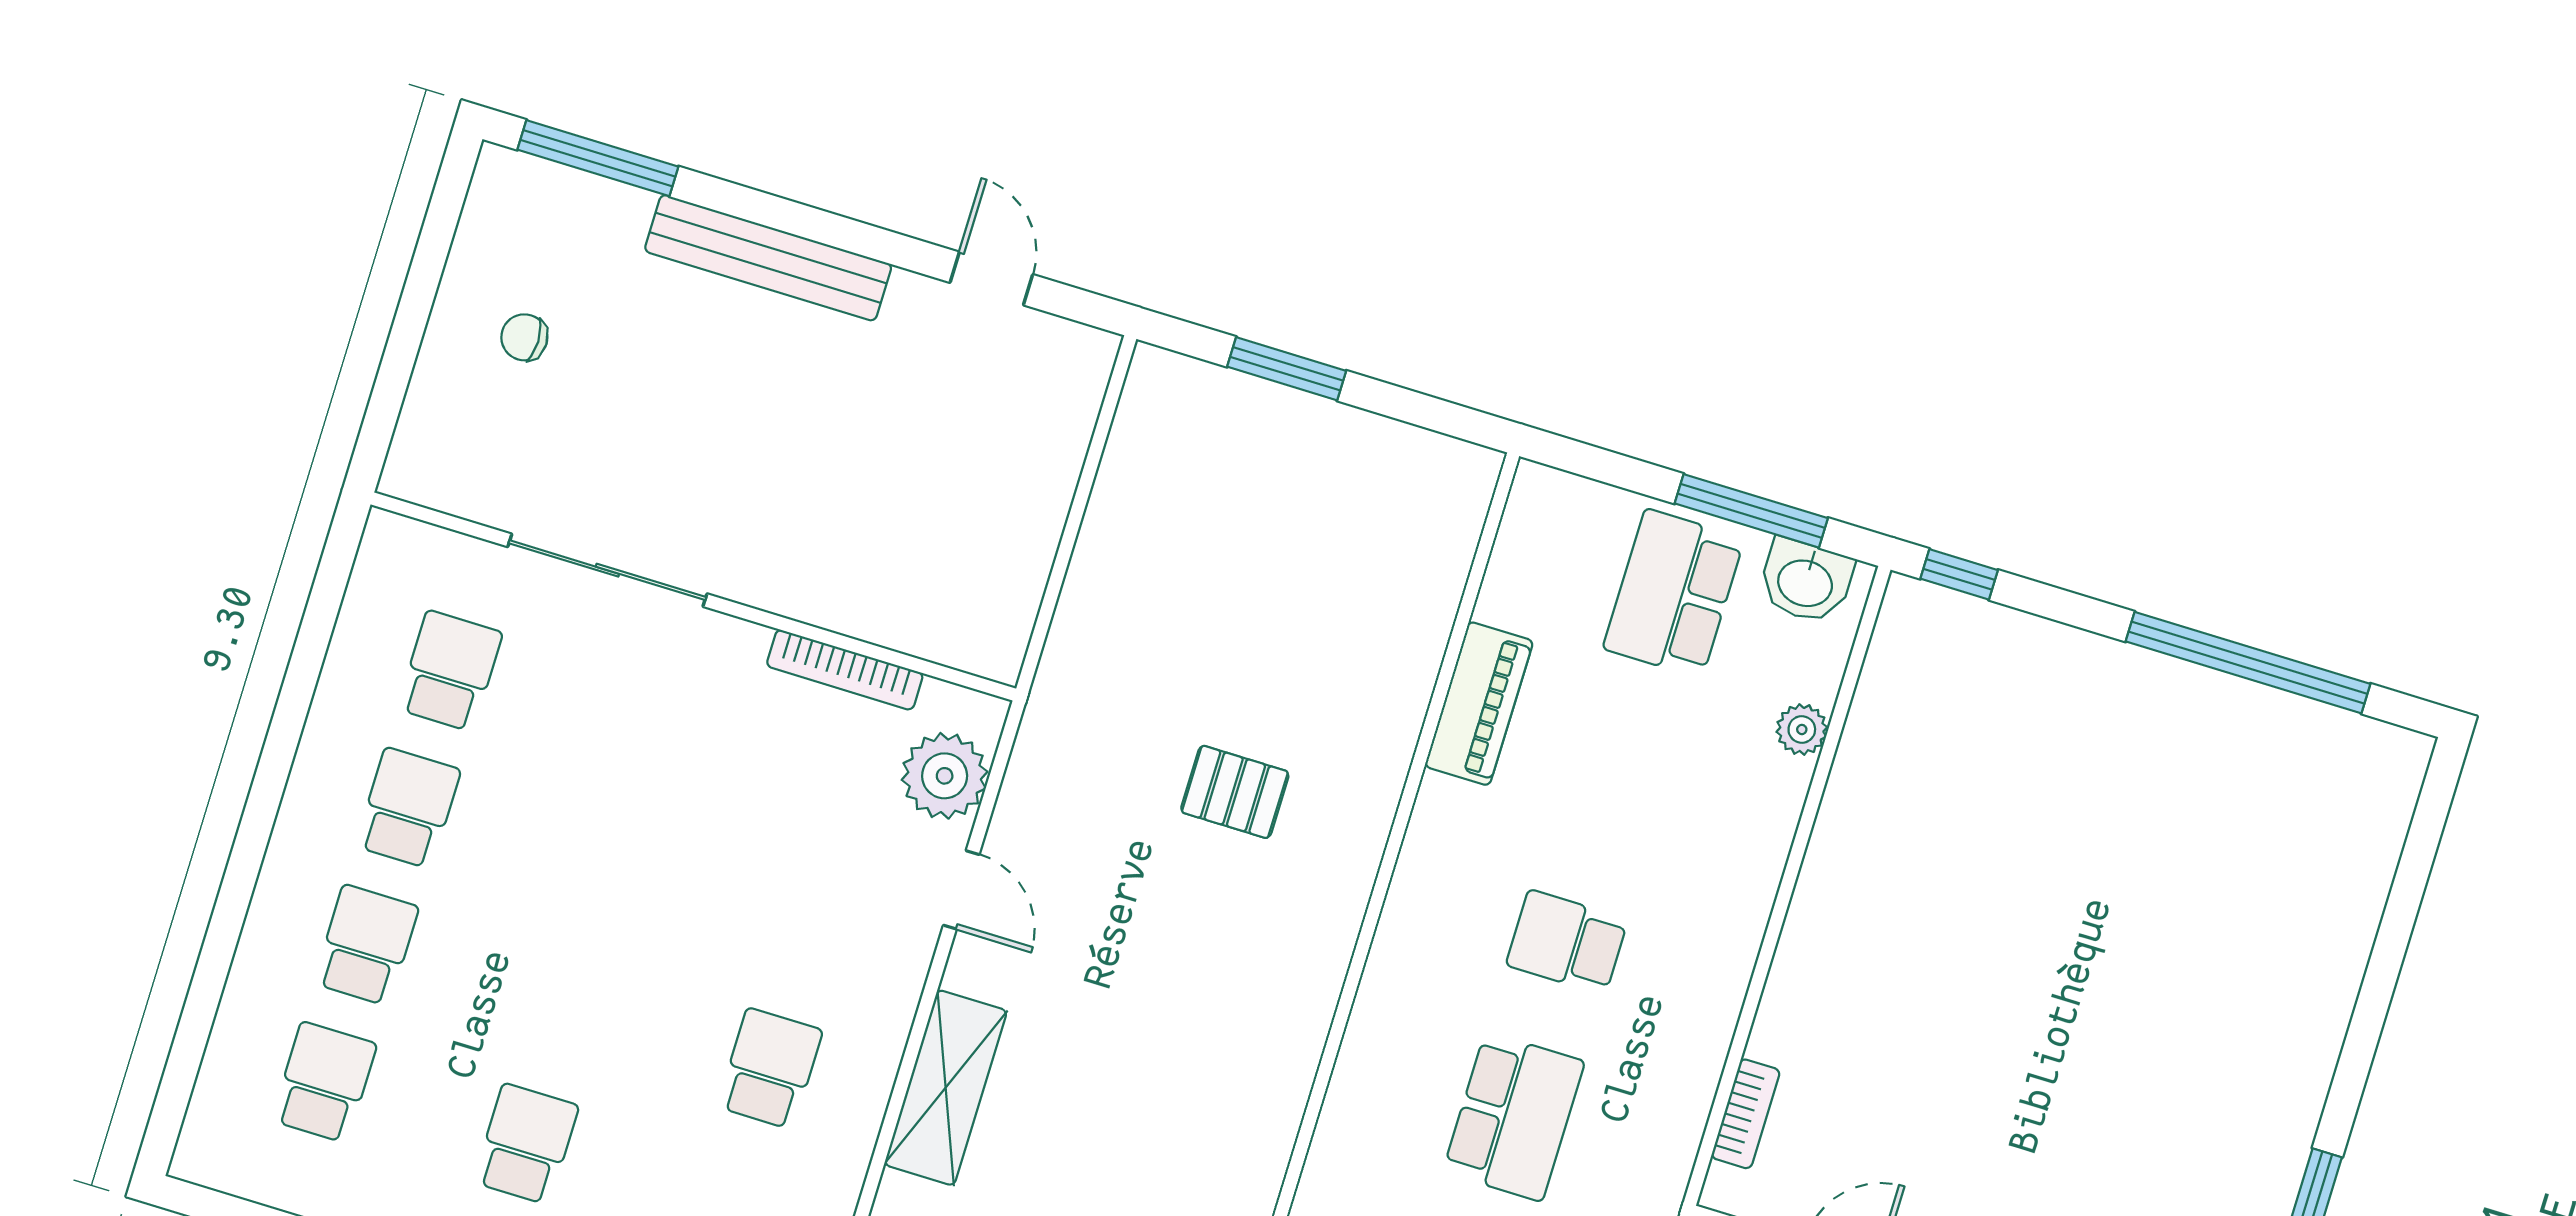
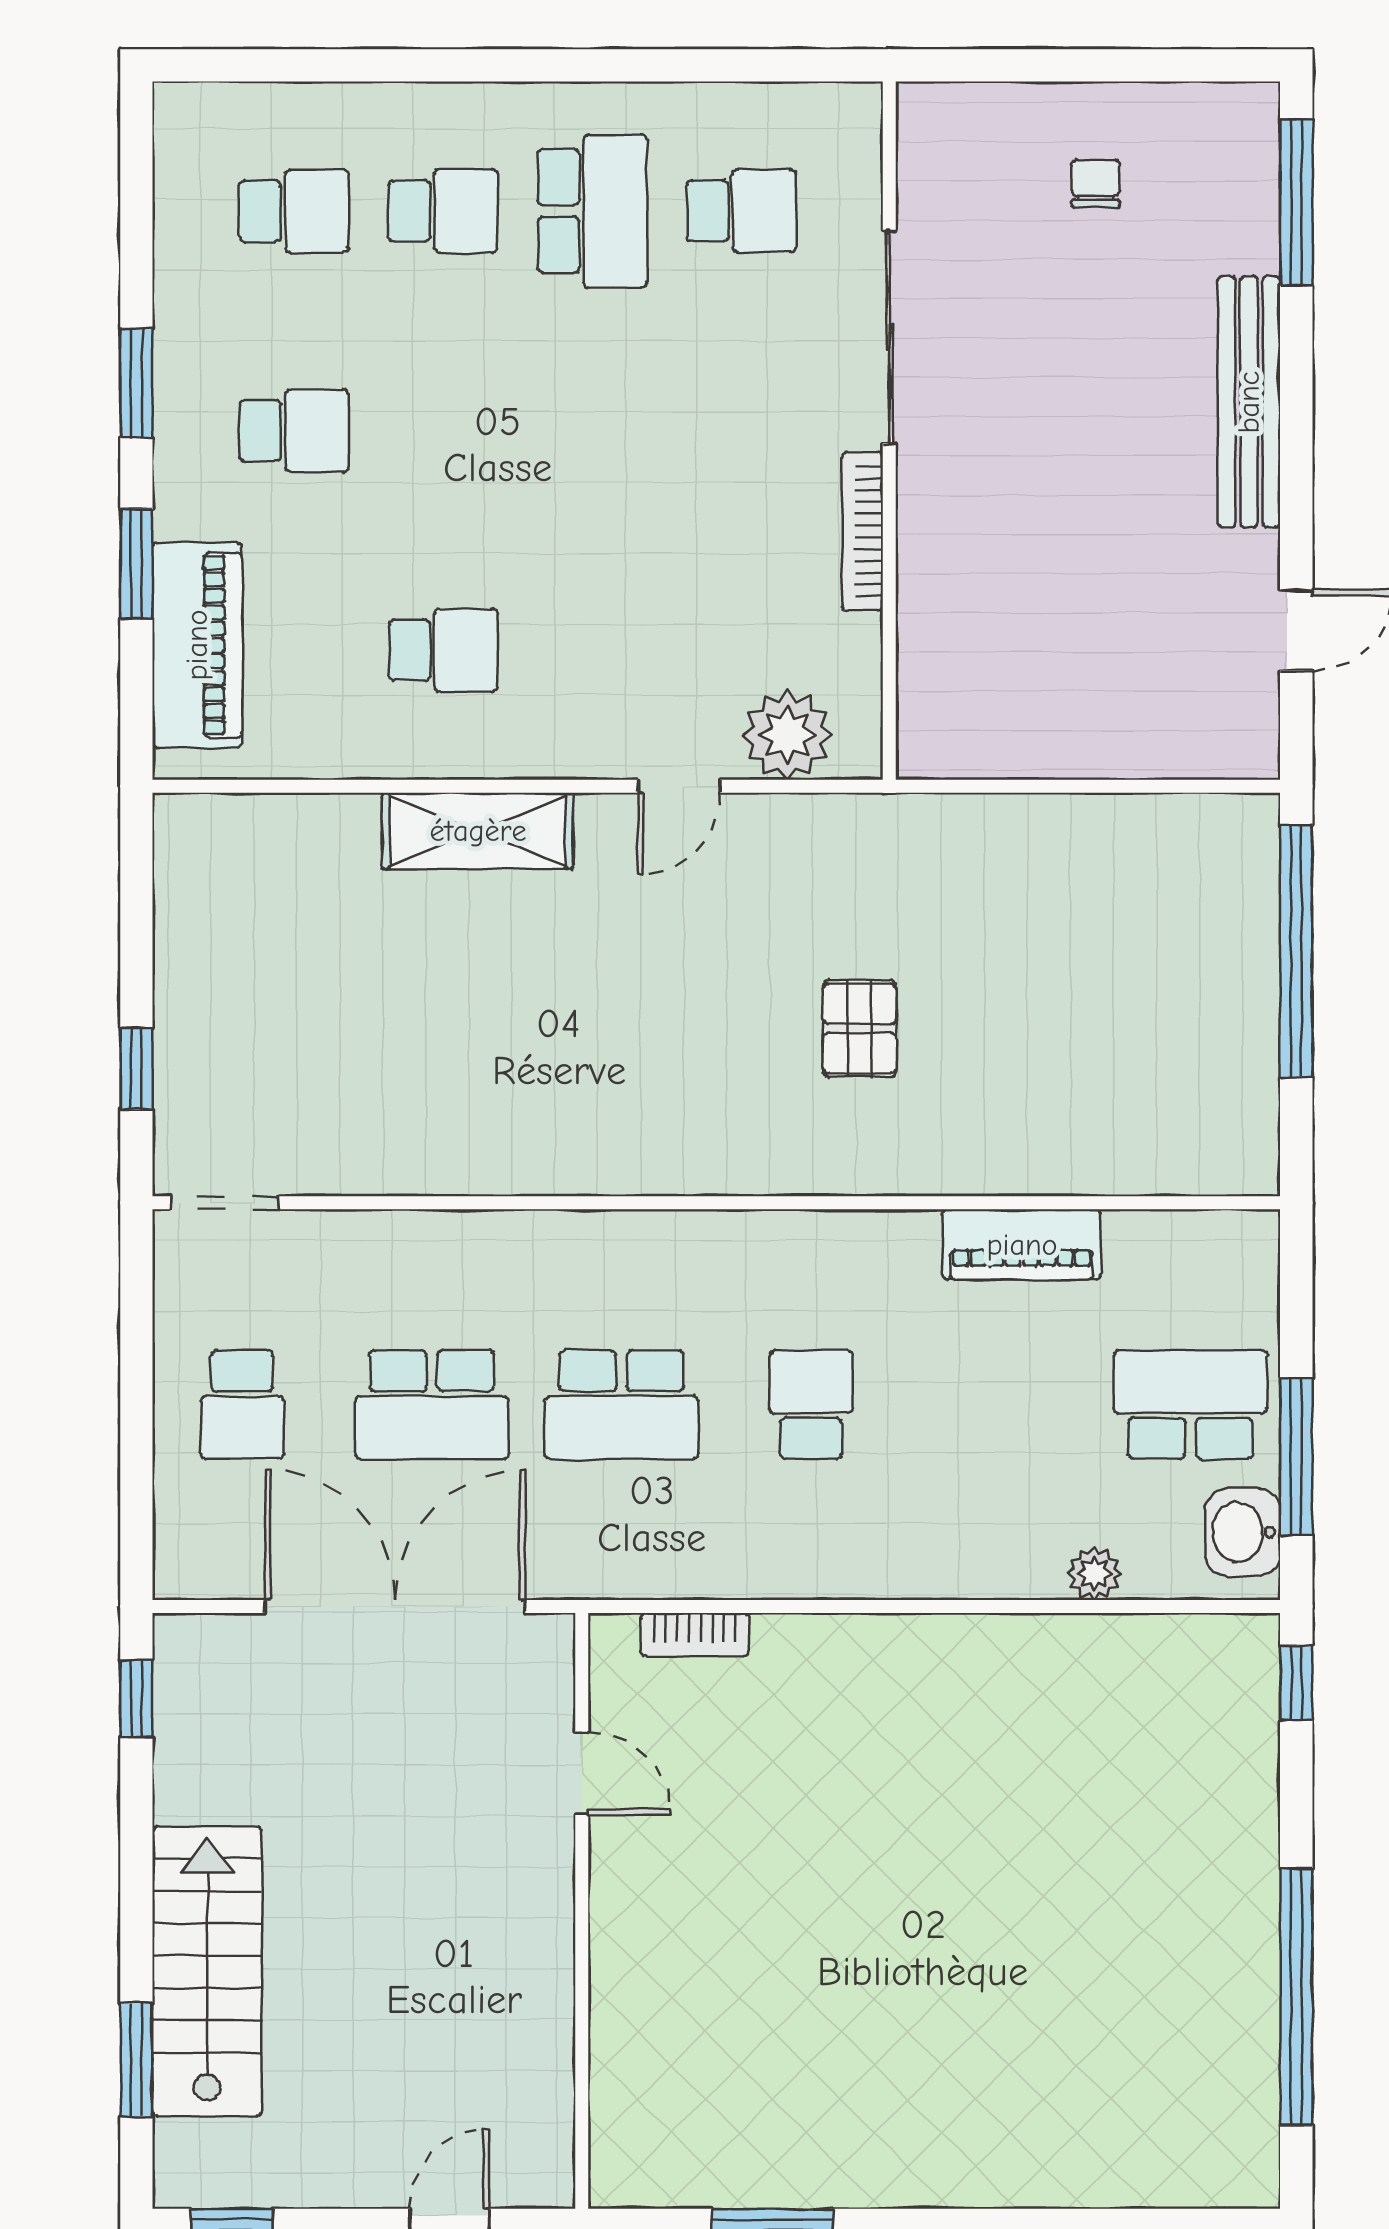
window: (1287, 369) -> (1296, 951), width x2.11
bookcase: (845, 670) -> (863, 531), moved
school desk: (408, 808) -> (592, 211), width x1.85

